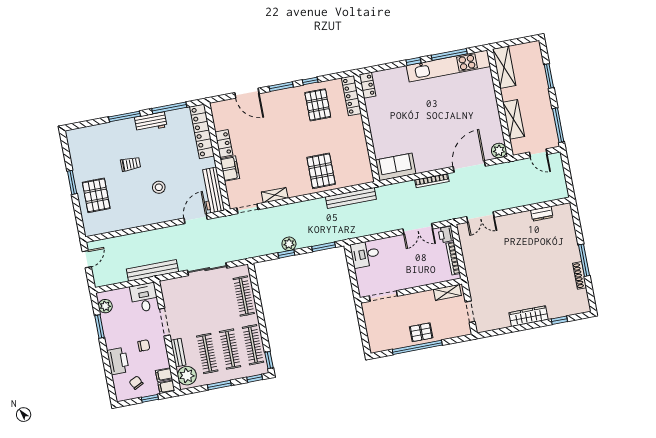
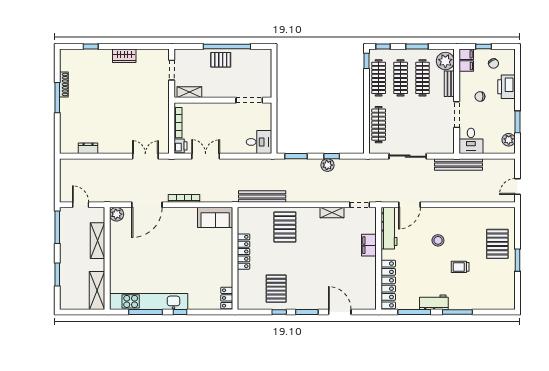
locker: (351, 96) -> (243, 252), moved
locker: (224, 144) -> (370, 269), removed
wardrobe: (529, 316) -> (124, 56), width x0.67

